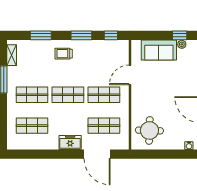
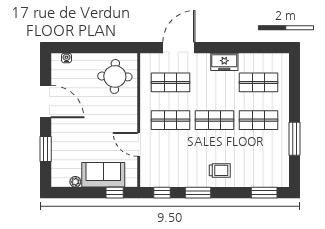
window: (41, 35) -> (264, 193), moved
window: (180, 35) -> (115, 193), moved
shelving: (12, 55) -> (283, 169), removed
door: (130, 75) -> (139, 144), swing flipped
freezer: (70, 142) -> (224, 62), moved
door: (97, 154) -> (179, 48), hinge flipped

